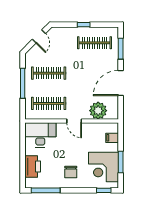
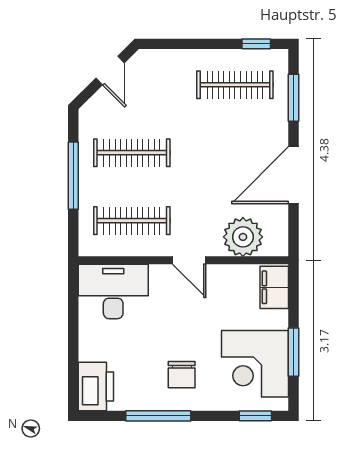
window: (84, 25) -> (256, 44), moved
filing cabinet: (112, 138) -> (274, 287), width x2.00
printer: (33, 167) -> (96, 386), moved
window: (46, 190) -> (158, 416), moved

